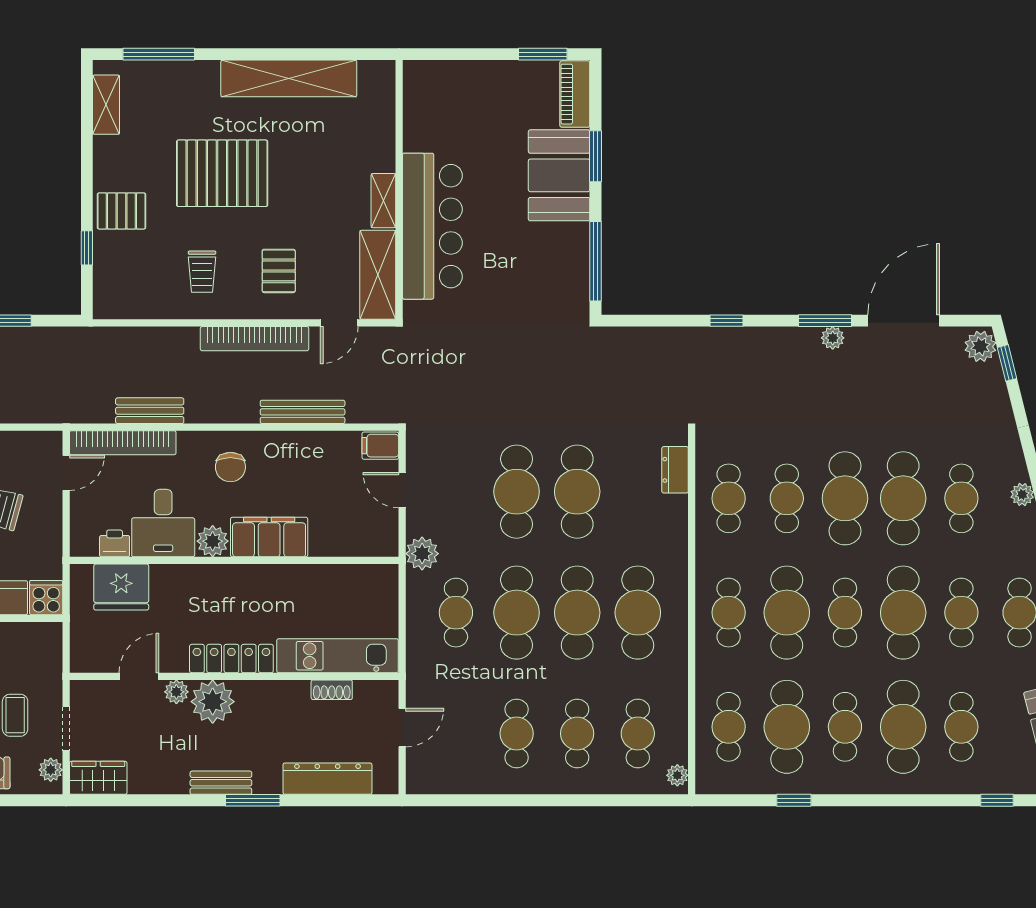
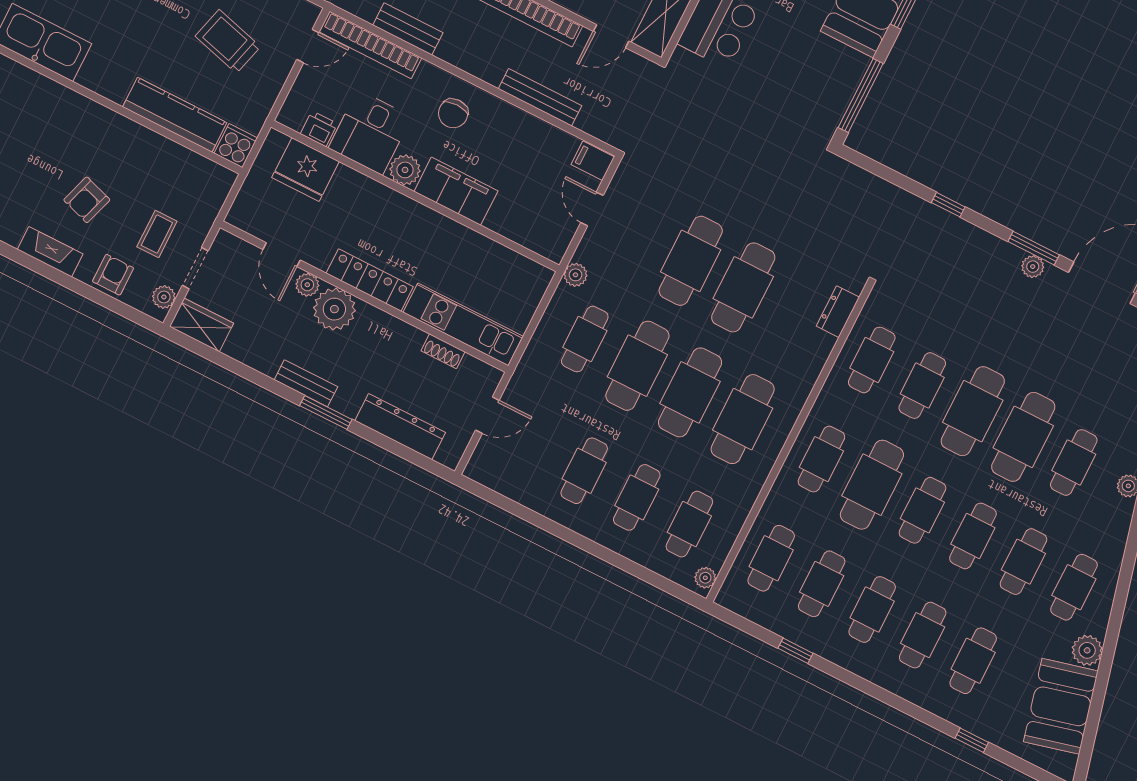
plant: (422, 554) -> (575, 275), width x0.73, depth x0.73
cafe table: (903, 613) -> (973, 536), width x0.73, depth x0.74
door: (139, 676) -> (282, 255), swing flipped
cafe table: (787, 727) -> (822, 584), width x0.73, depth x0.74
cafe table: (903, 727) -> (923, 635), width x0.73, depth x0.74

